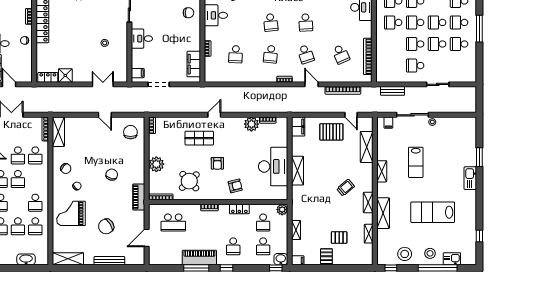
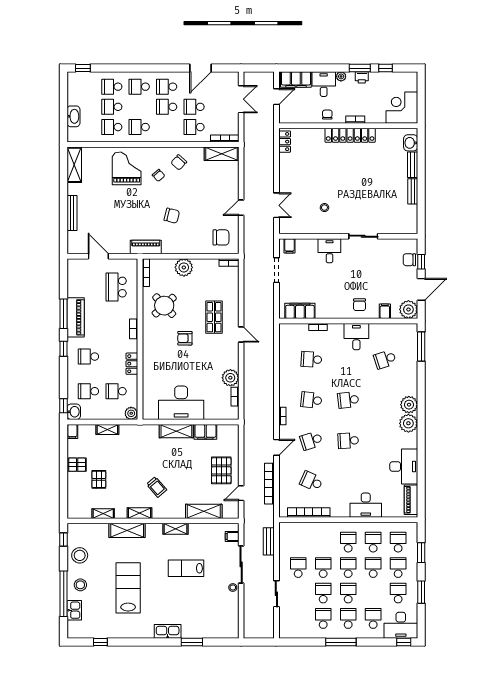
school desk: (341, 54) -> (311, 481), turned 48
shower: (65, 75) -> (287, 162), removed
filing cabinet: (298, 127) -> (205, 432), moved
armchair: (235, 186) -> (159, 359), removed
chair: (106, 226) -> (112, 209), removed

